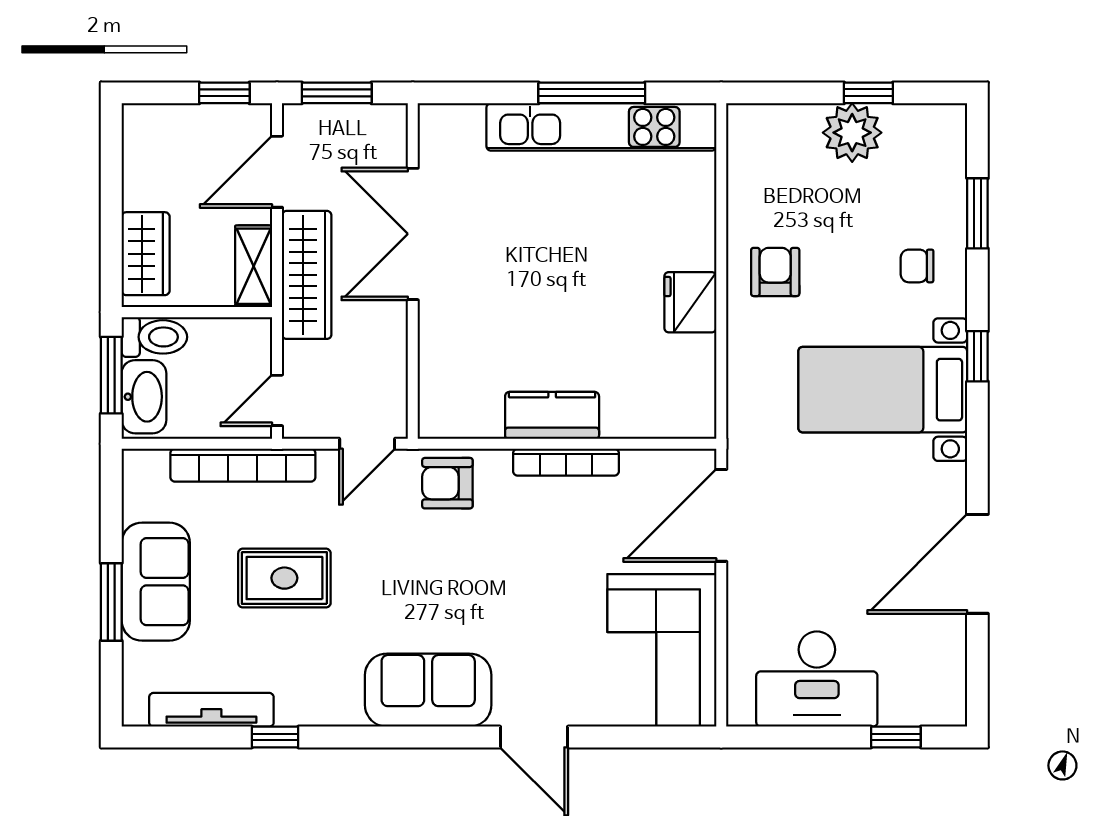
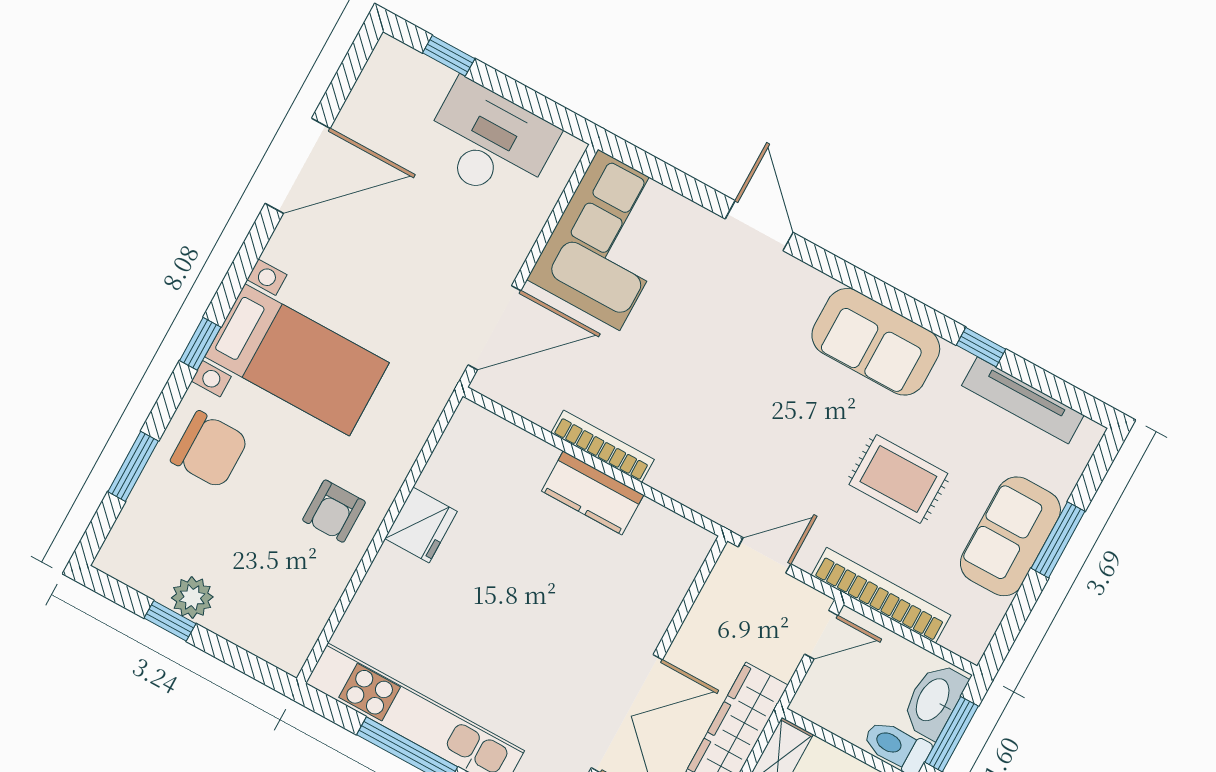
plant: (852, 133) -> (192, 597), width x0.73, depth x0.73
chair: (917, 266) -> (210, 450), width x1.87, depth x1.87
armchair: (447, 483) -> (714, 484), removed
sofa: (428, 690) -> (876, 342), moved

